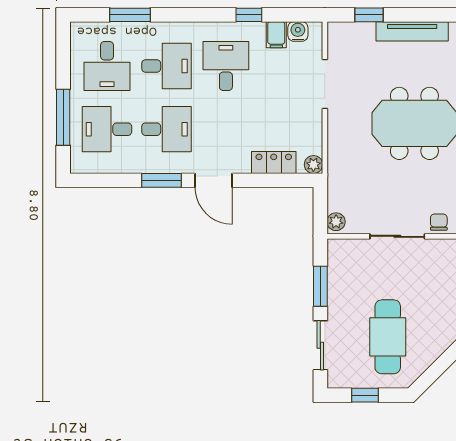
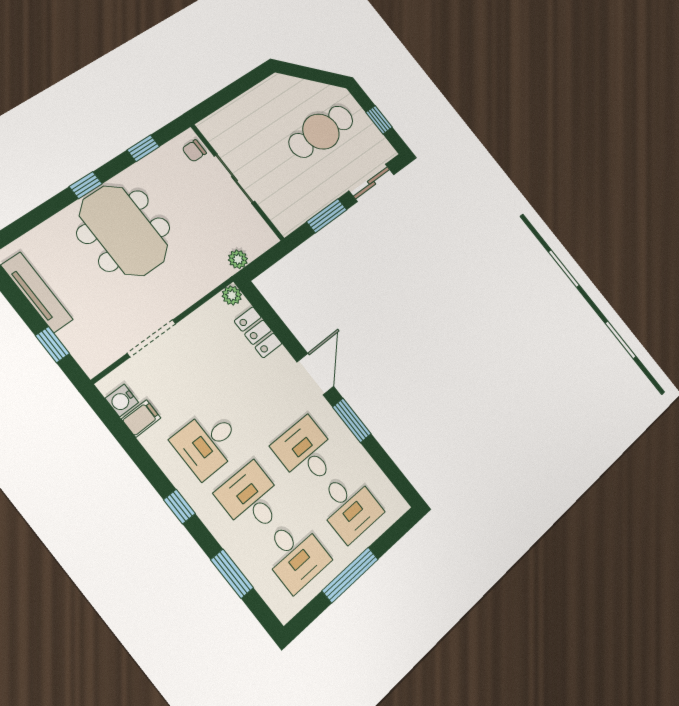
window: (249, 15) -> (179, 507), moved
desk: (107, 66) -> (295, 555), turned 90
window: (63, 117) -> (350, 575), moved
plant: (336, 222) -> (238, 259), moved

